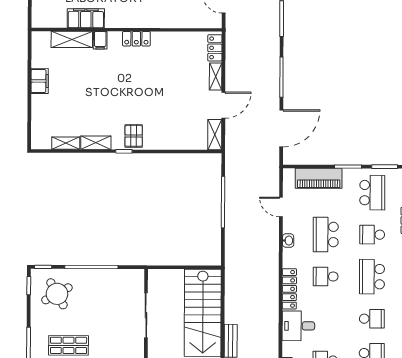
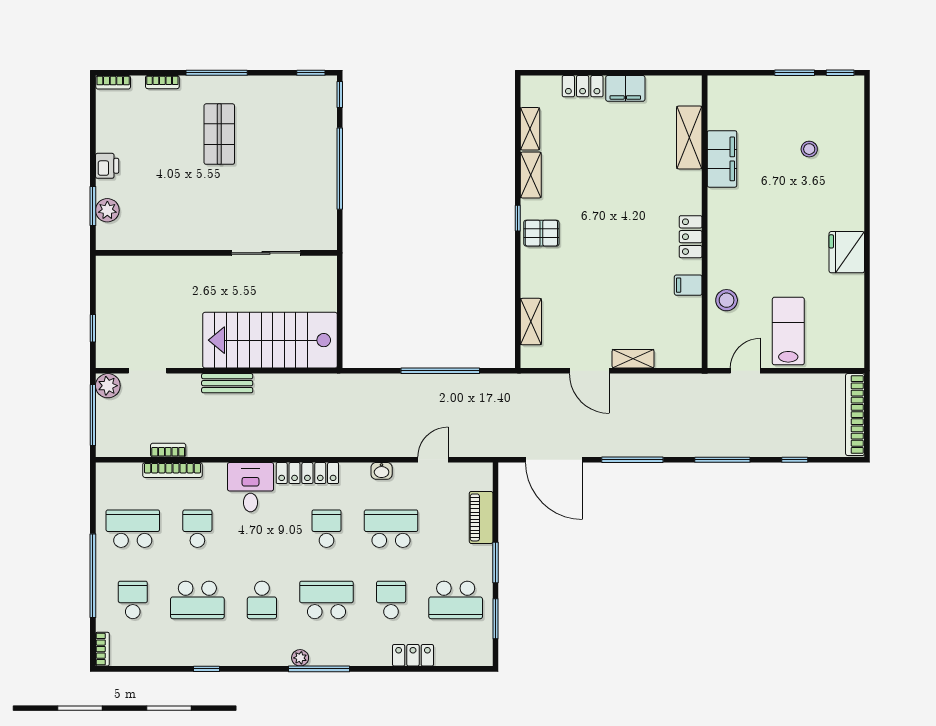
stool: (178, 16) -> (727, 300), added
filing cabinet: (100, 40) -> (688, 285), moved
locker: (215, 48) -> (583, 86), moved, turned 180
shelving: (215, 135) -> (531, 322), moved, turned 90
piano: (319, 178) -> (481, 517), width x0.73, depth x0.75
round table: (57, 294) -> (298, 116), removed

